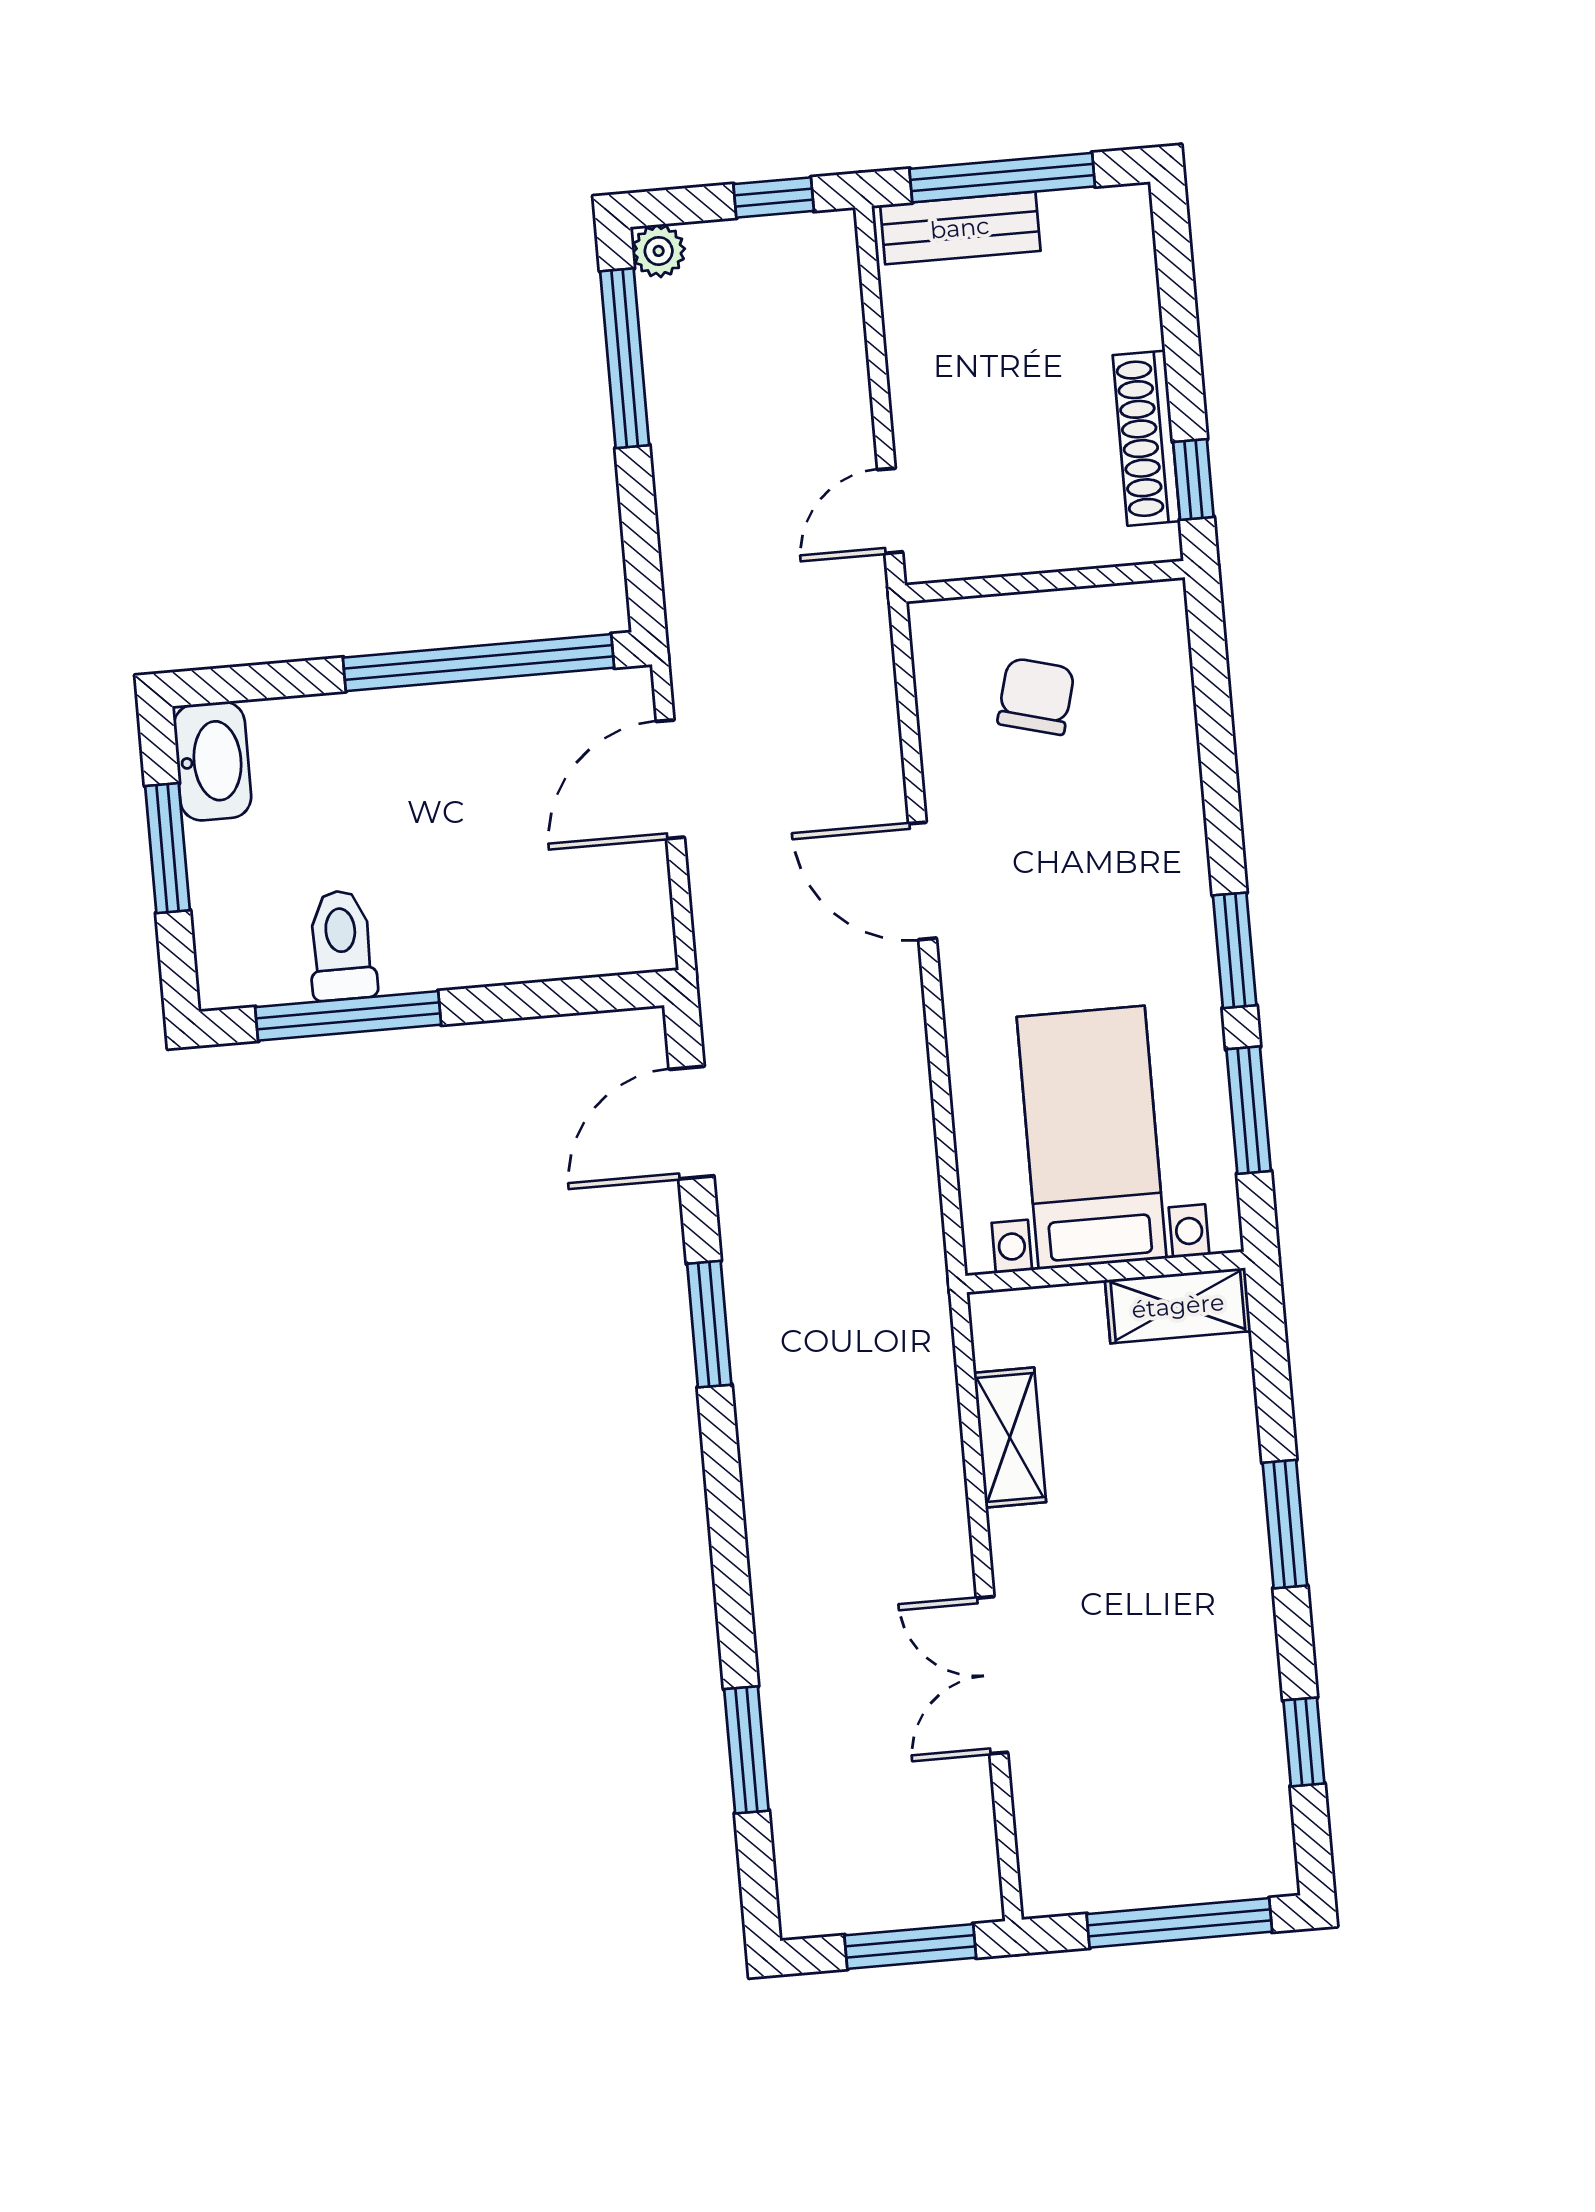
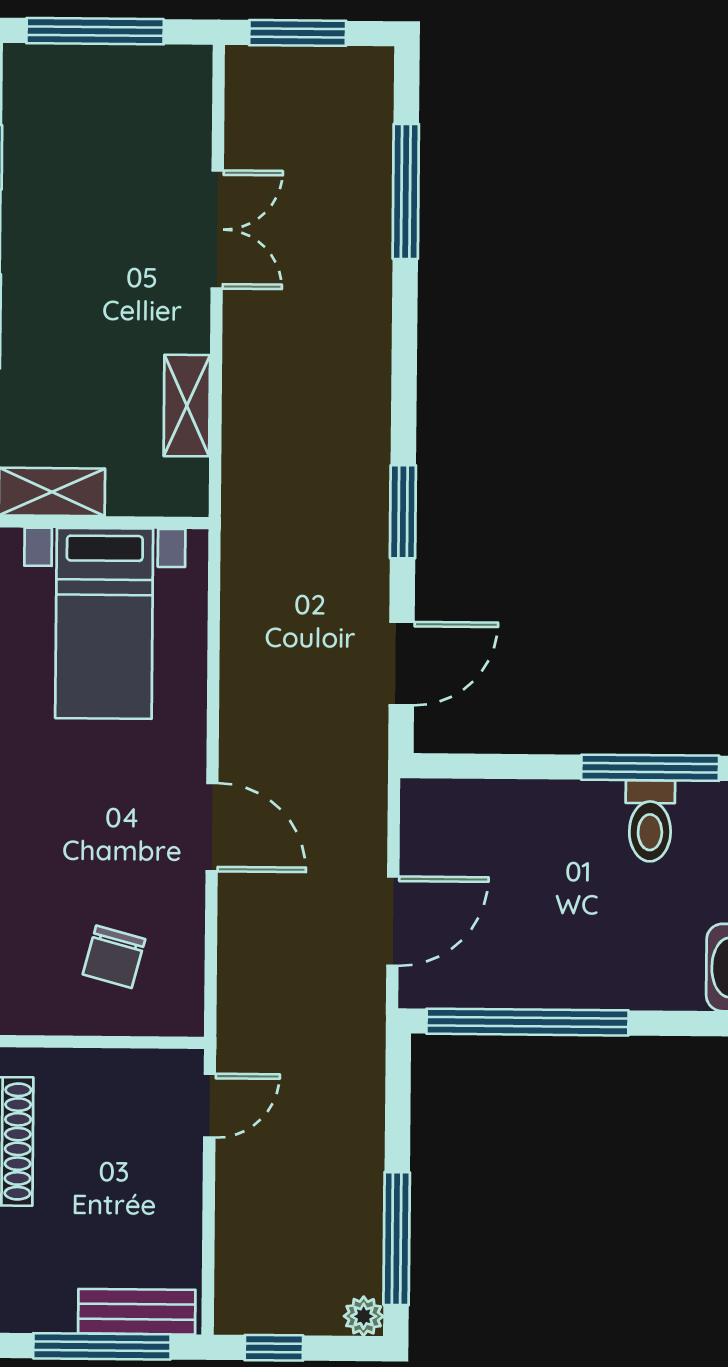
window: (746, 1750) -> (406, 191), width x1.44

